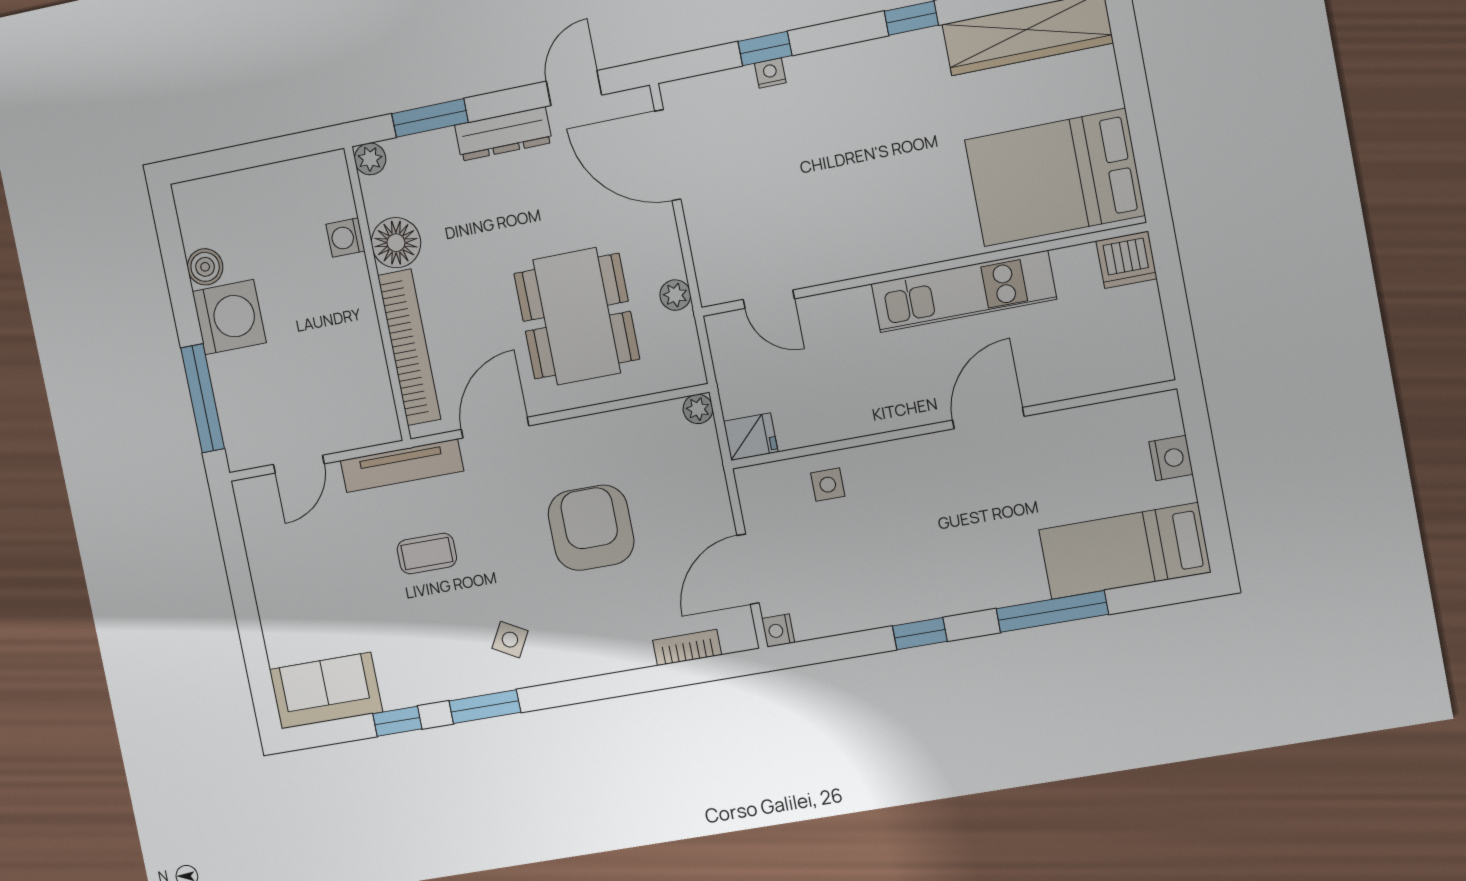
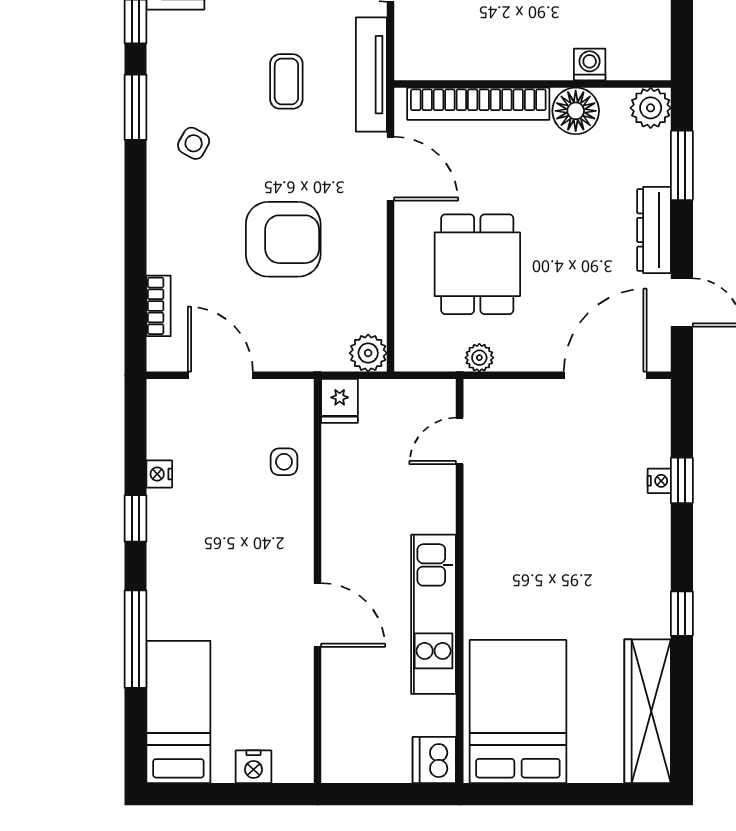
plant: (370, 159) -> (651, 108), width x1.38, depth x1.38
dining table: (577, 316) -> (477, 264), width x0.73
plant: (698, 409) -> (368, 353), width x1.38, depth x1.38
nightstand: (778, 631) -> (159, 474), moved, turned -90

